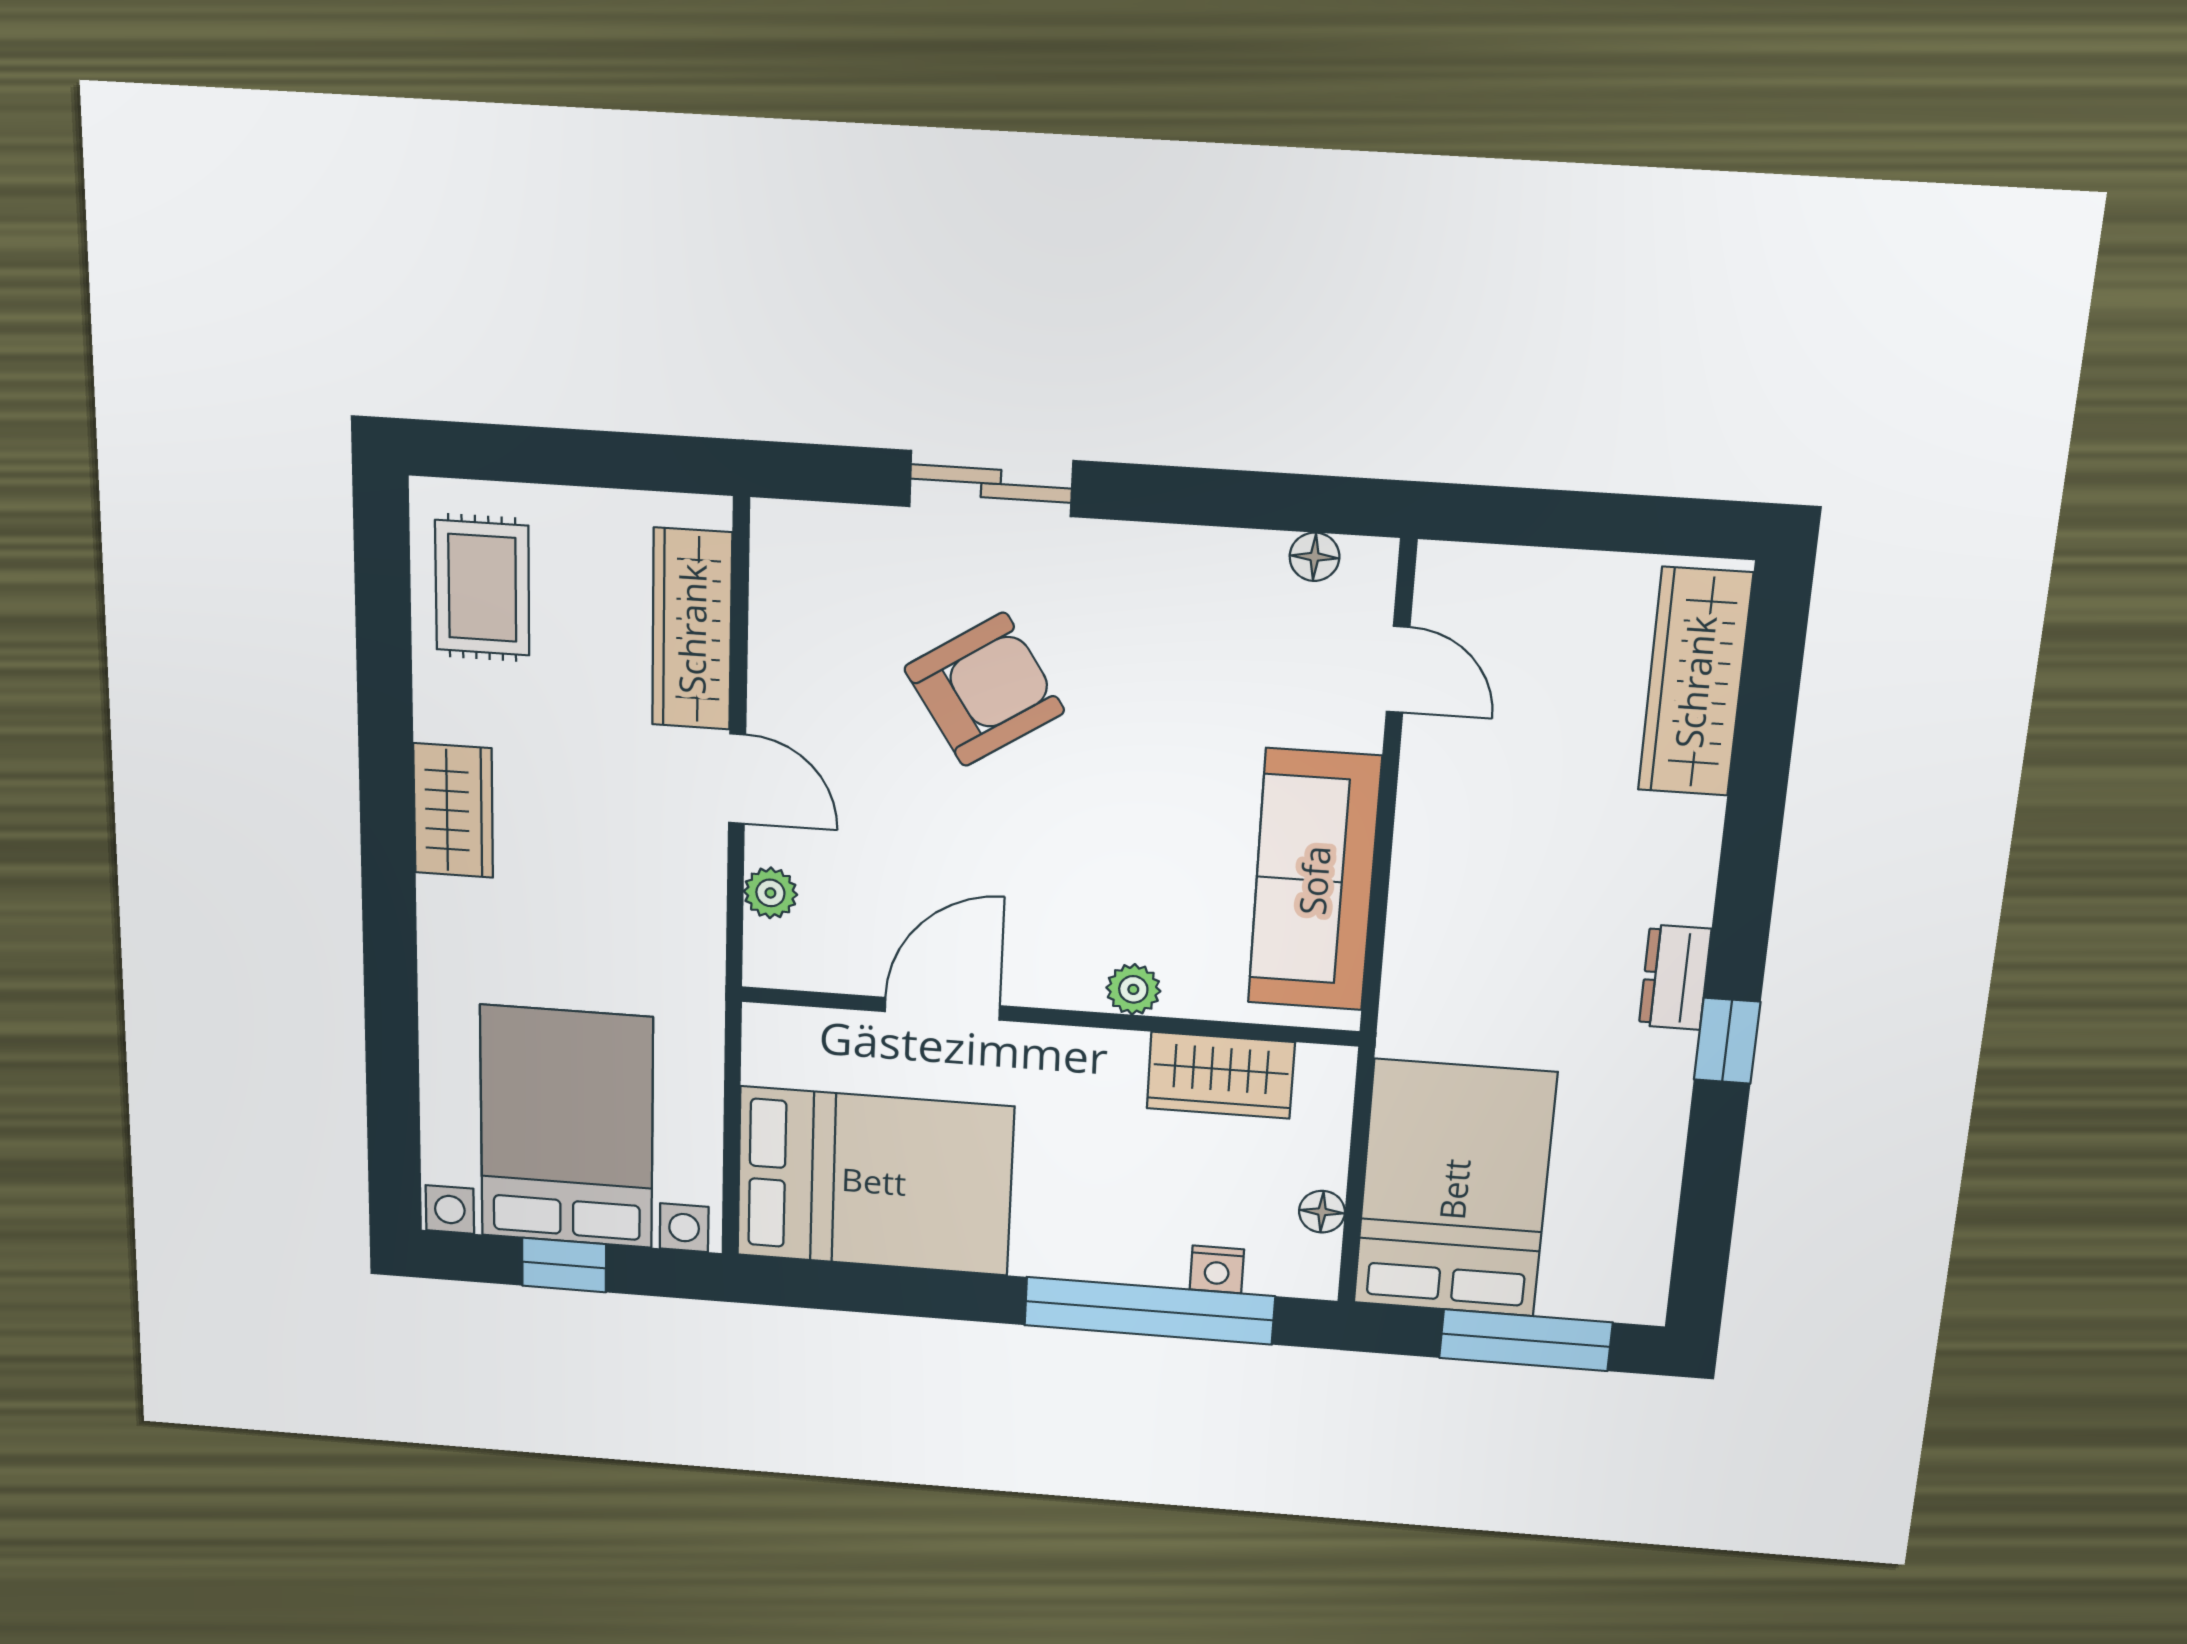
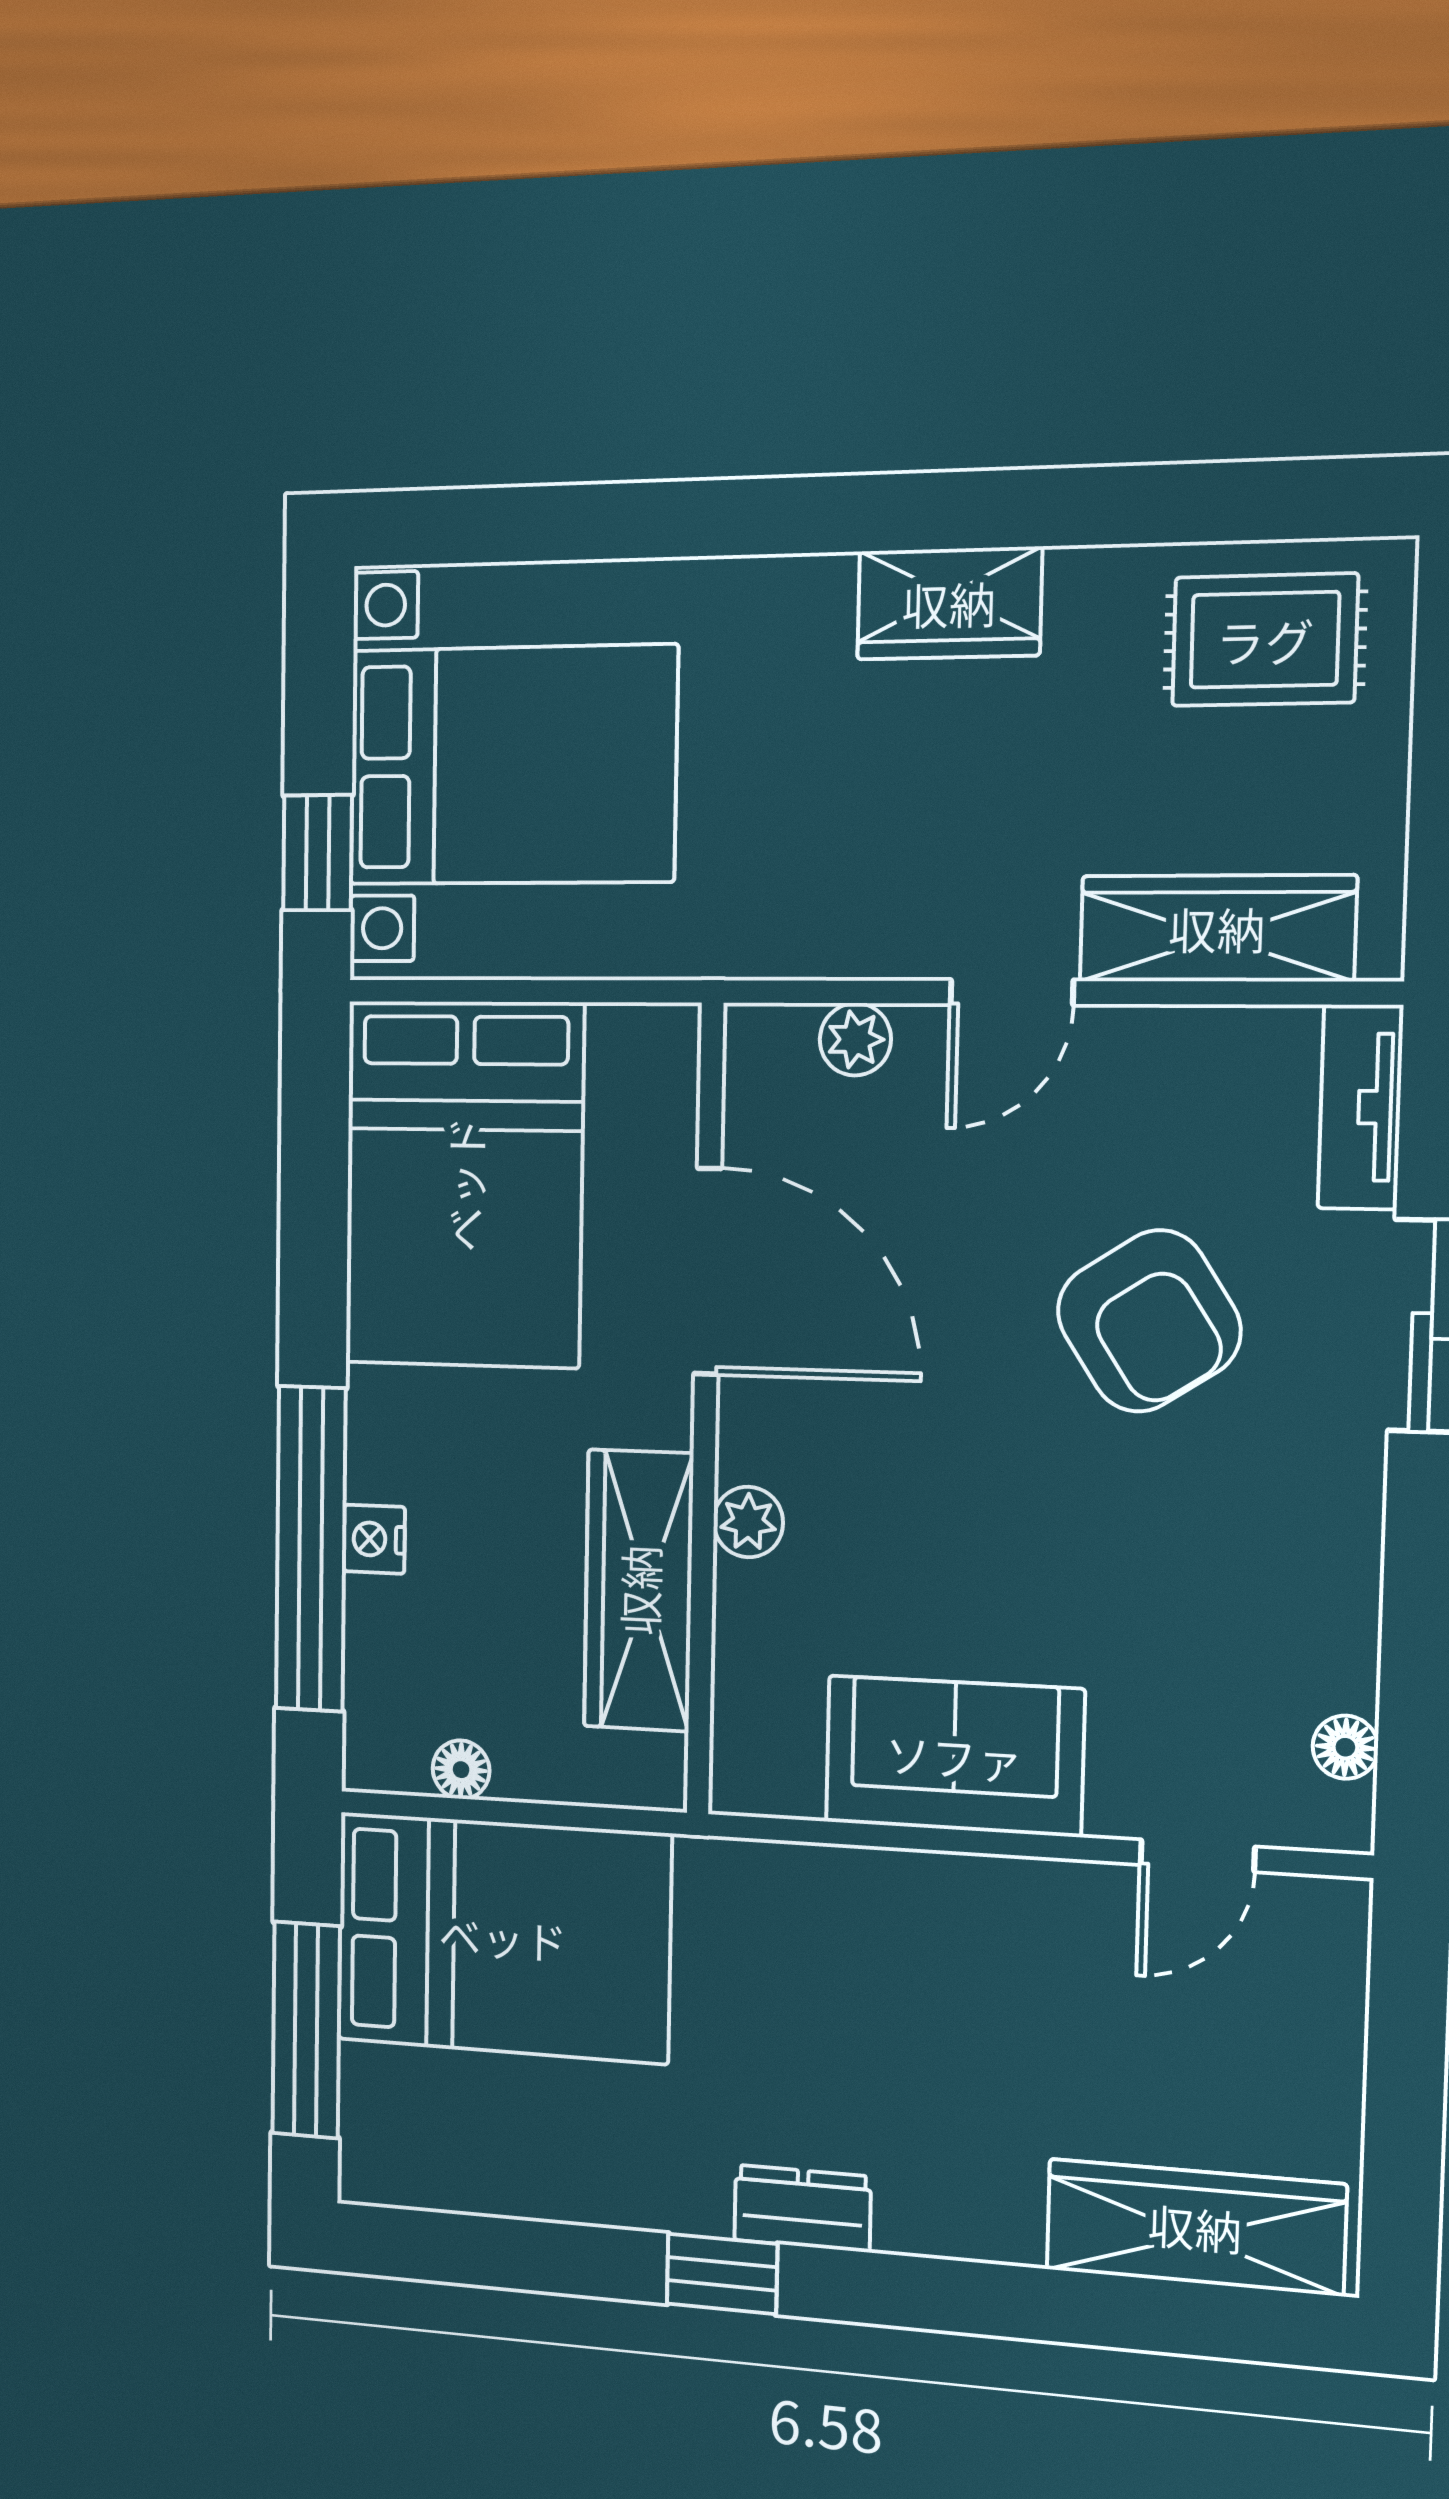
tv unit: (826, 530) -> (1360, 1107), added
sofa: (1314, 880) -> (954, 1756), width x0.73
door: (942, 1009) -> (708, 1271), width x1.36
wardrobe: (1221, 1075) -> (639, 1590), width x1.50
window: (564, 1265) -> (317, 853), moved
nightstand: (1217, 1269) -> (374, 1539), moved

